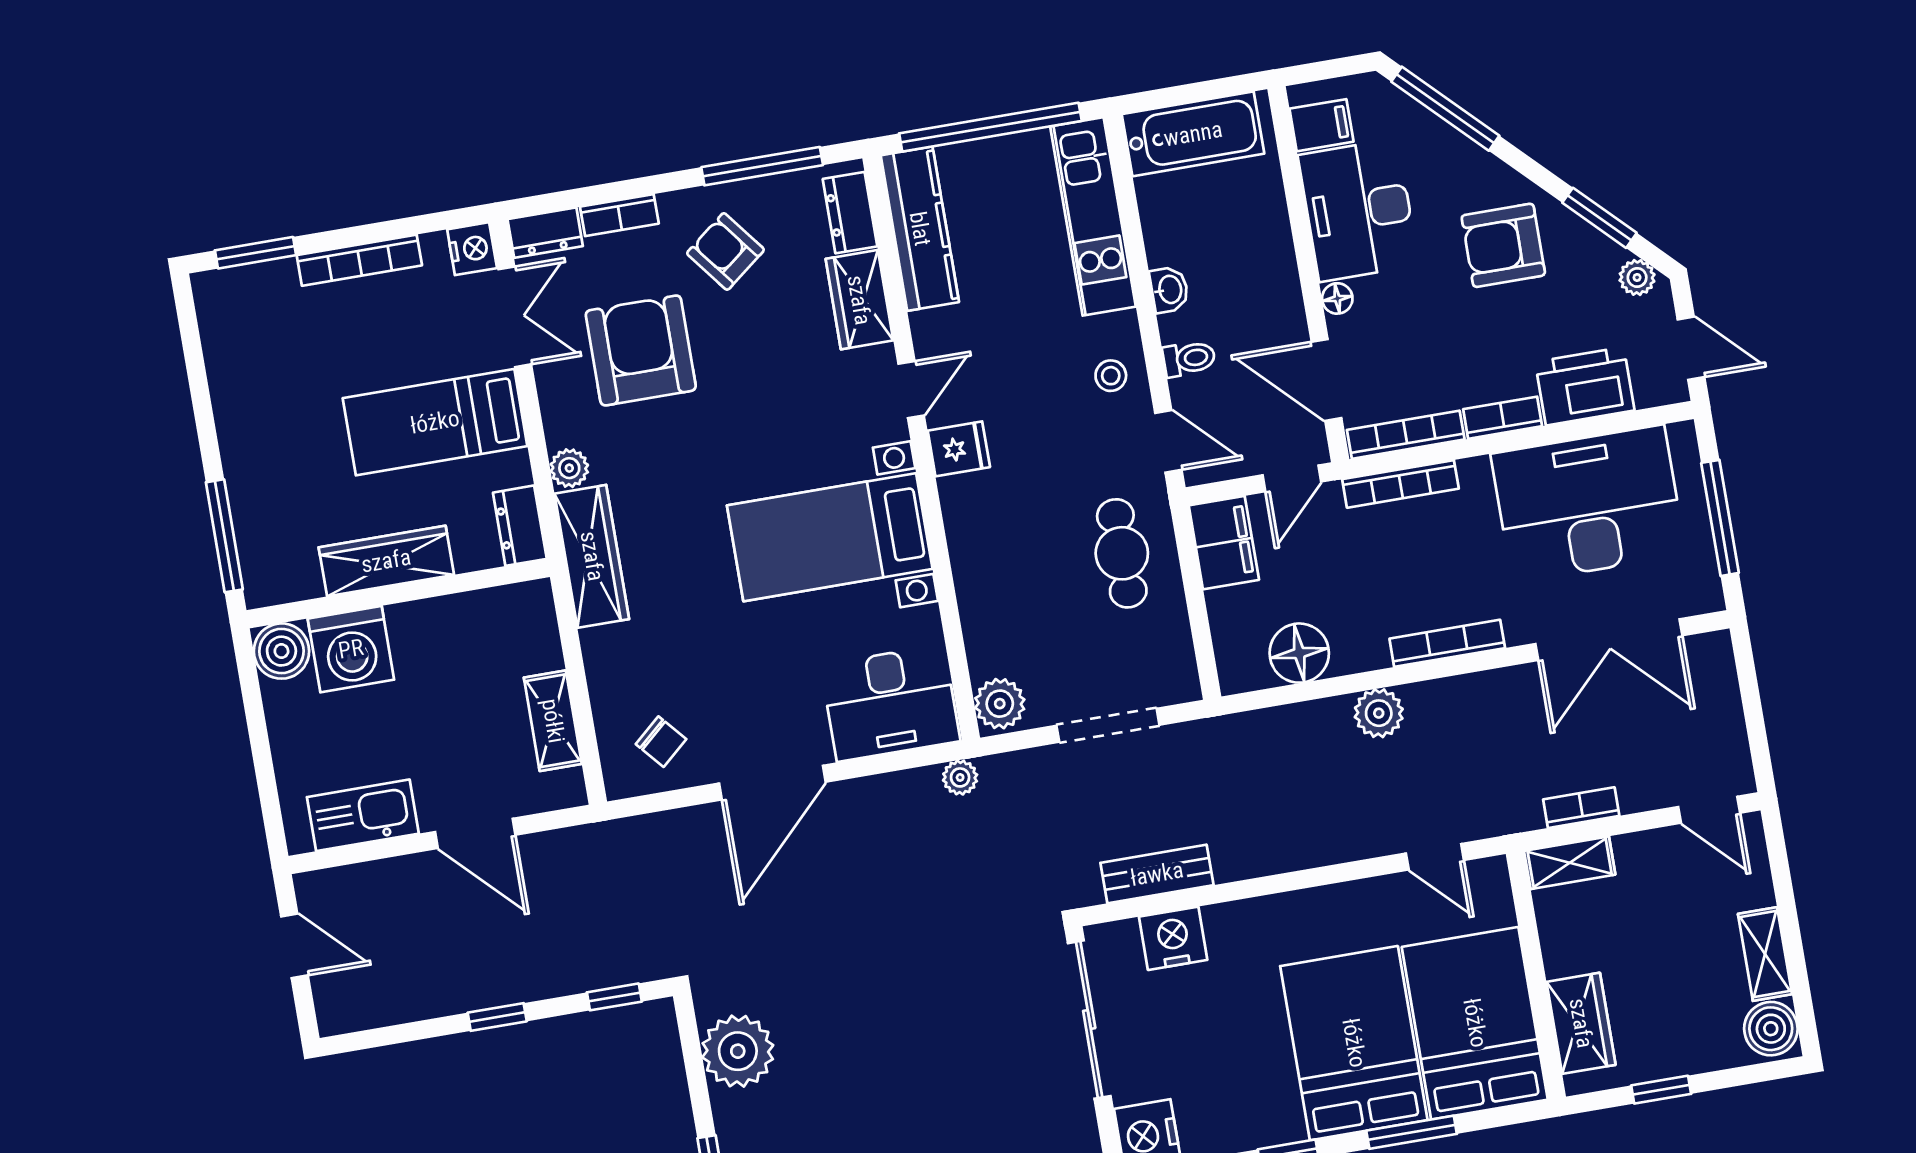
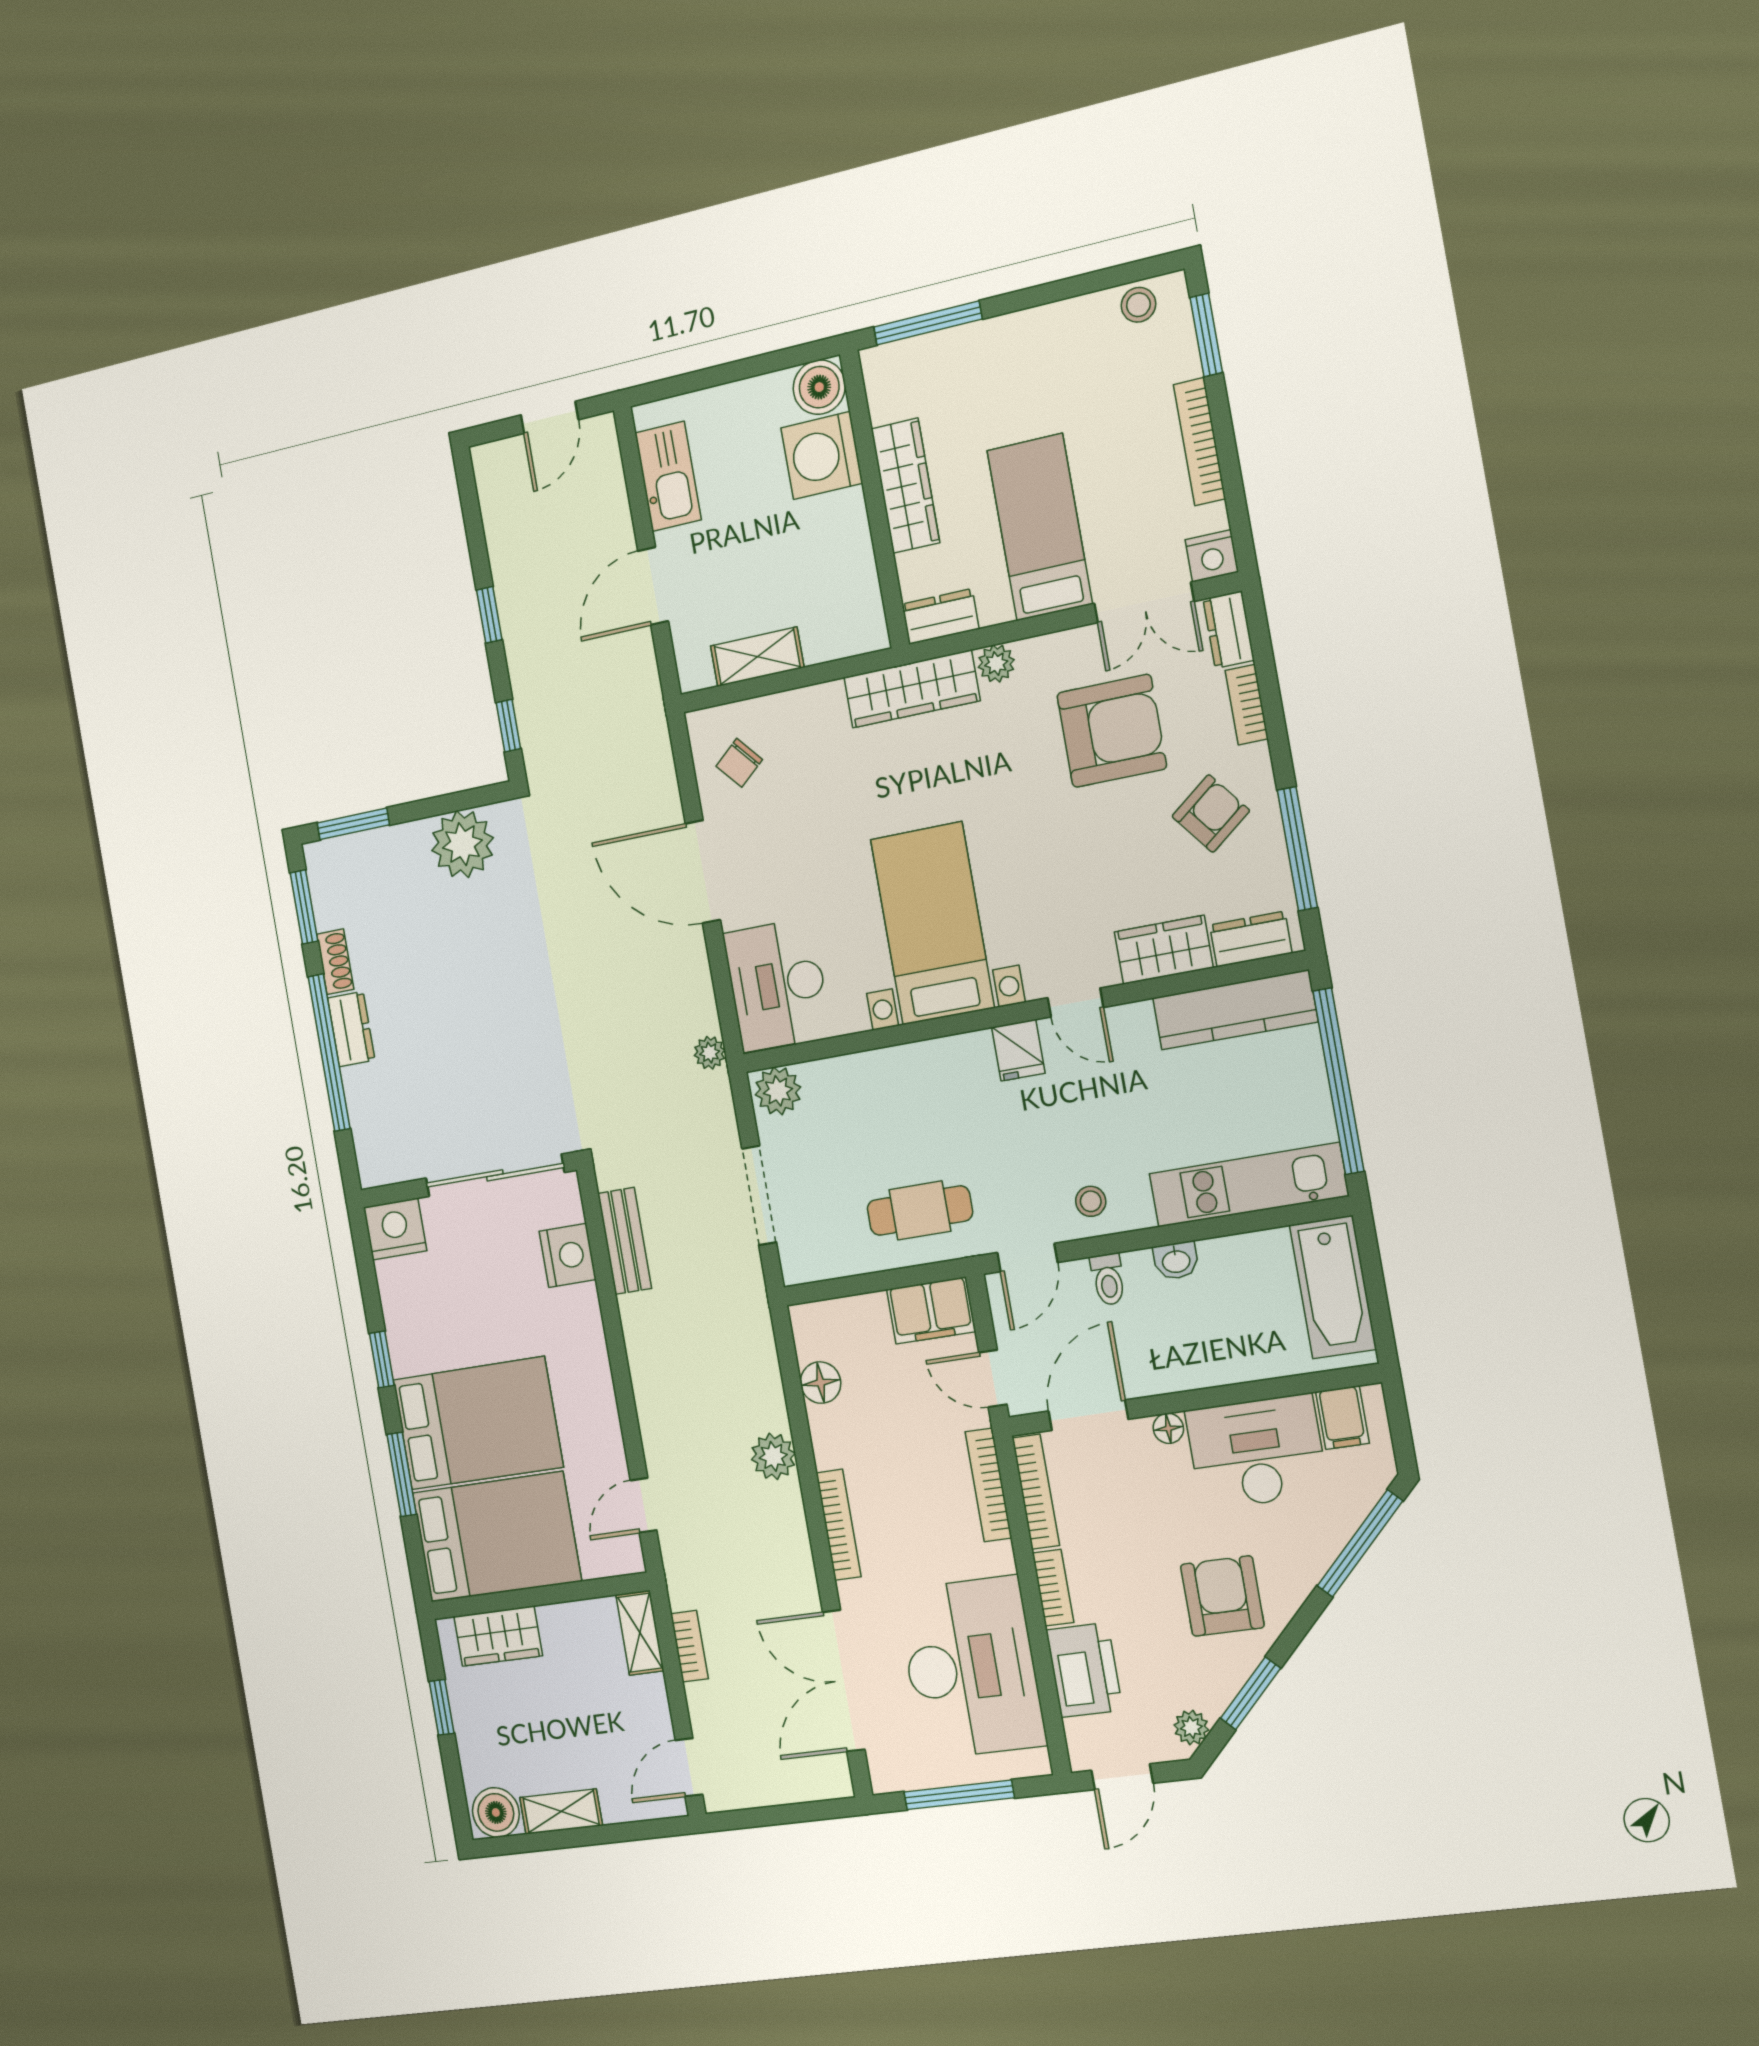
stool: (221, 320) -> (1138, 305), added
floor lamp: (1299, 653) -> (821, 1383), width x0.73, depth x0.73

